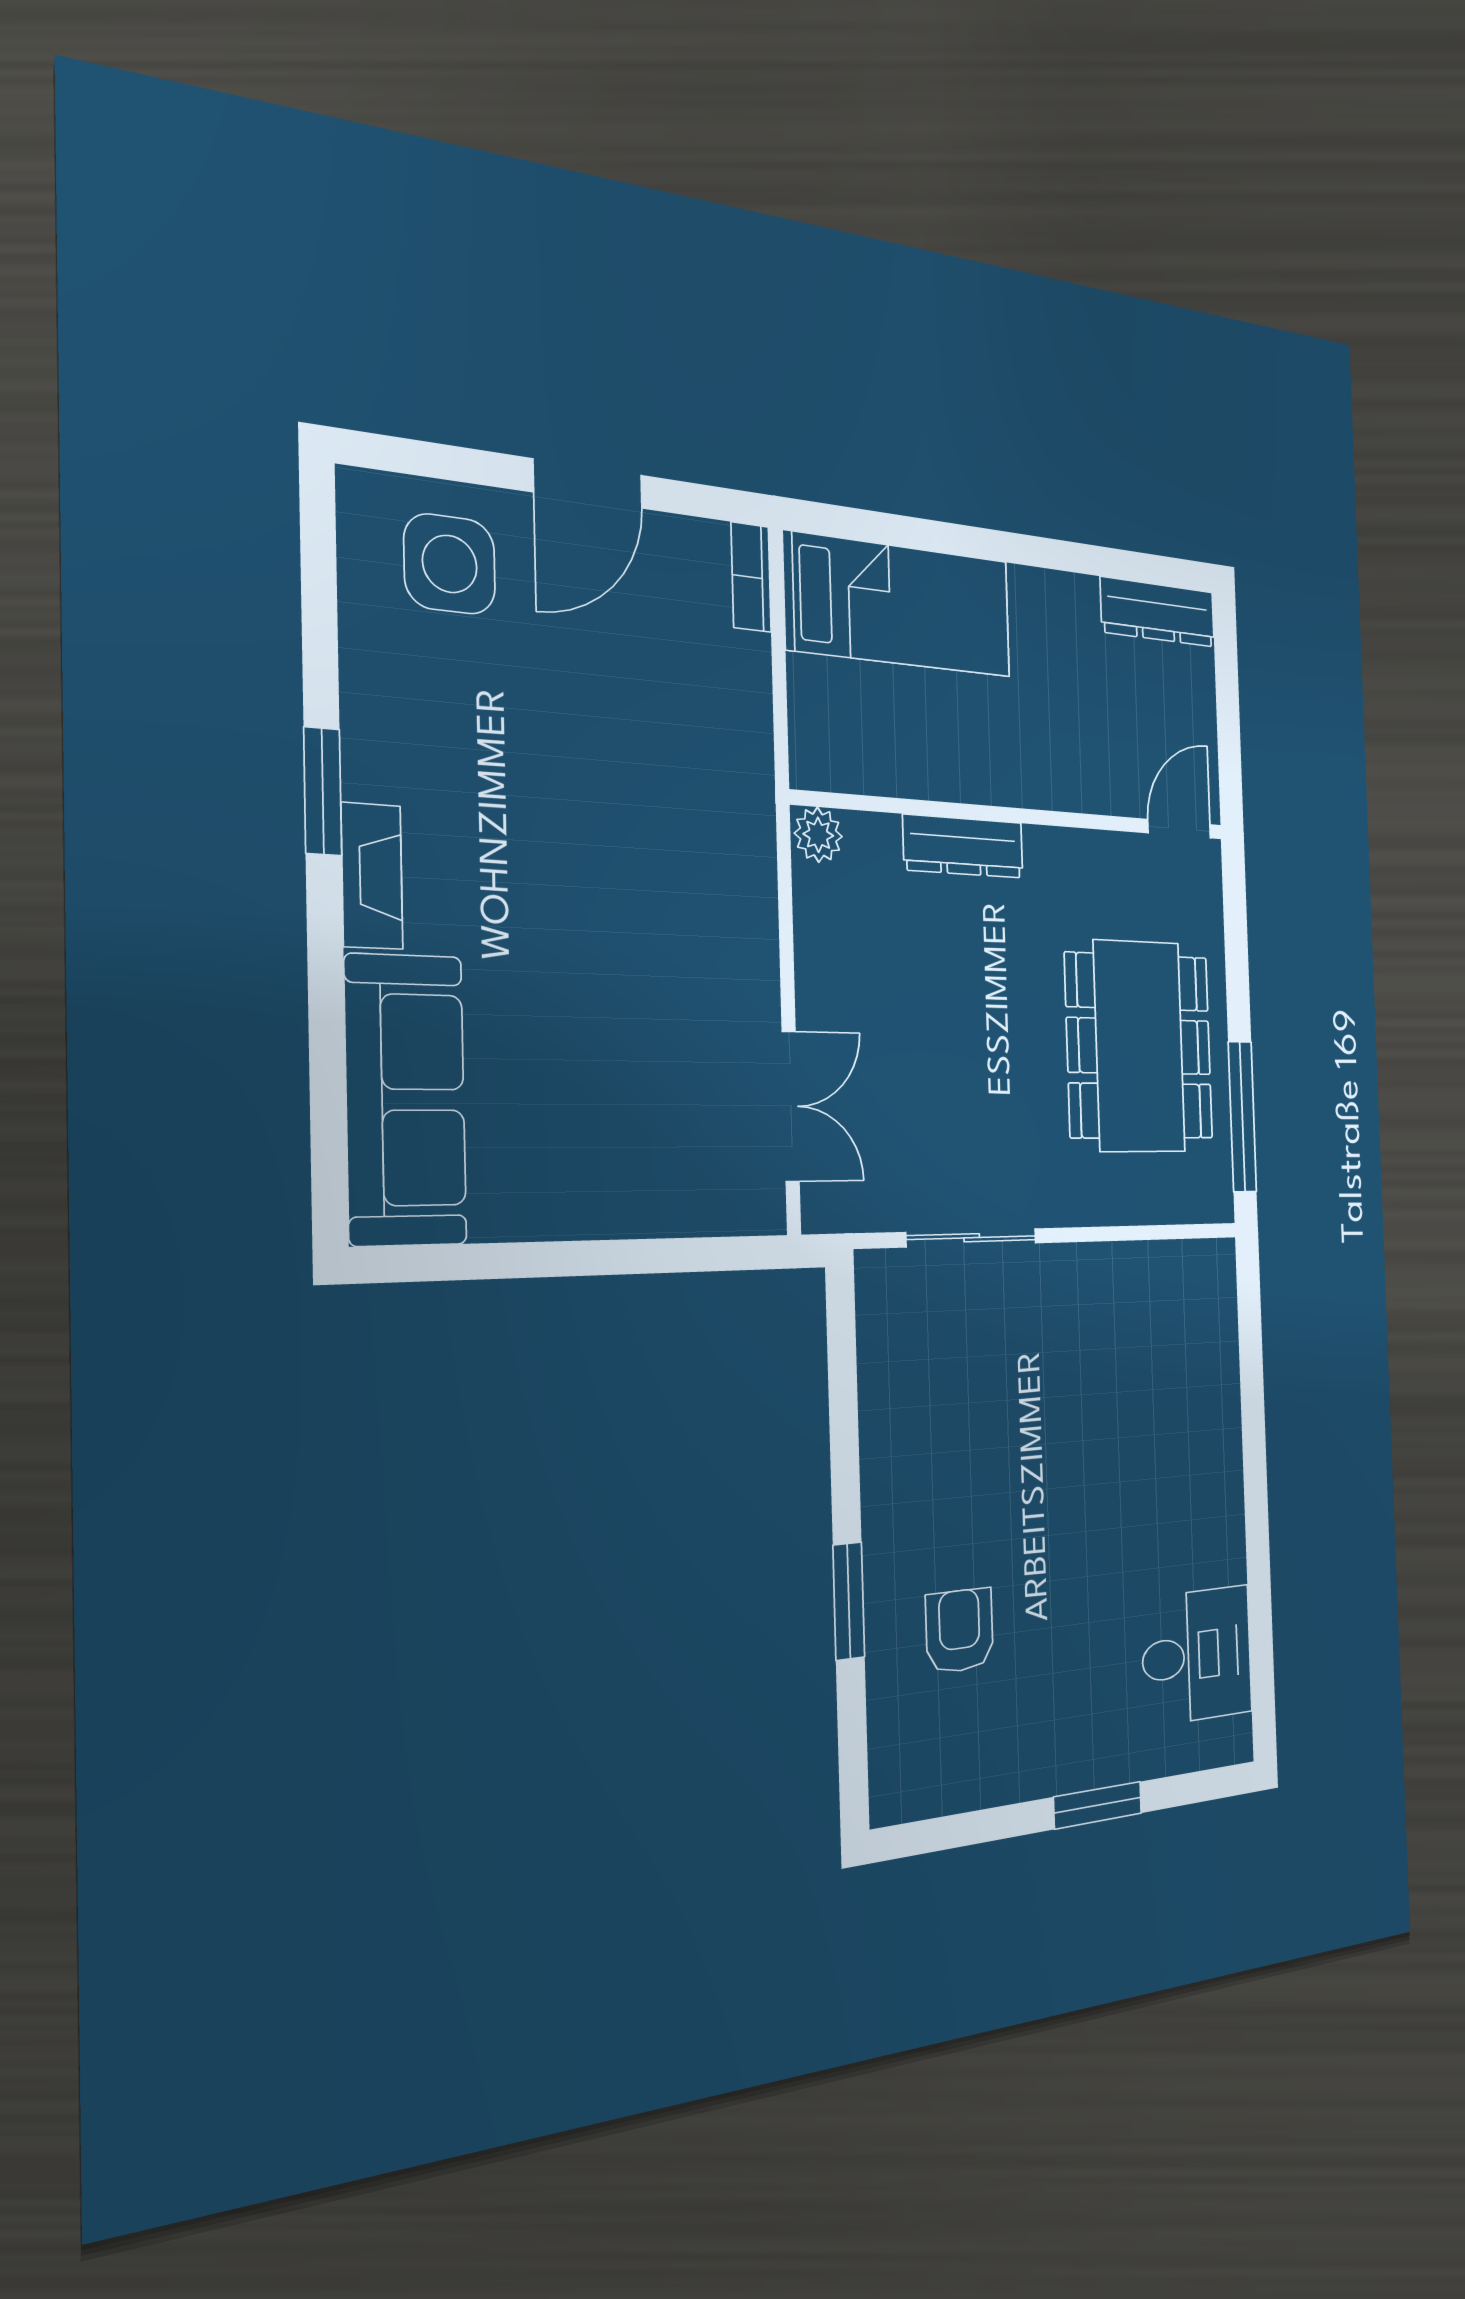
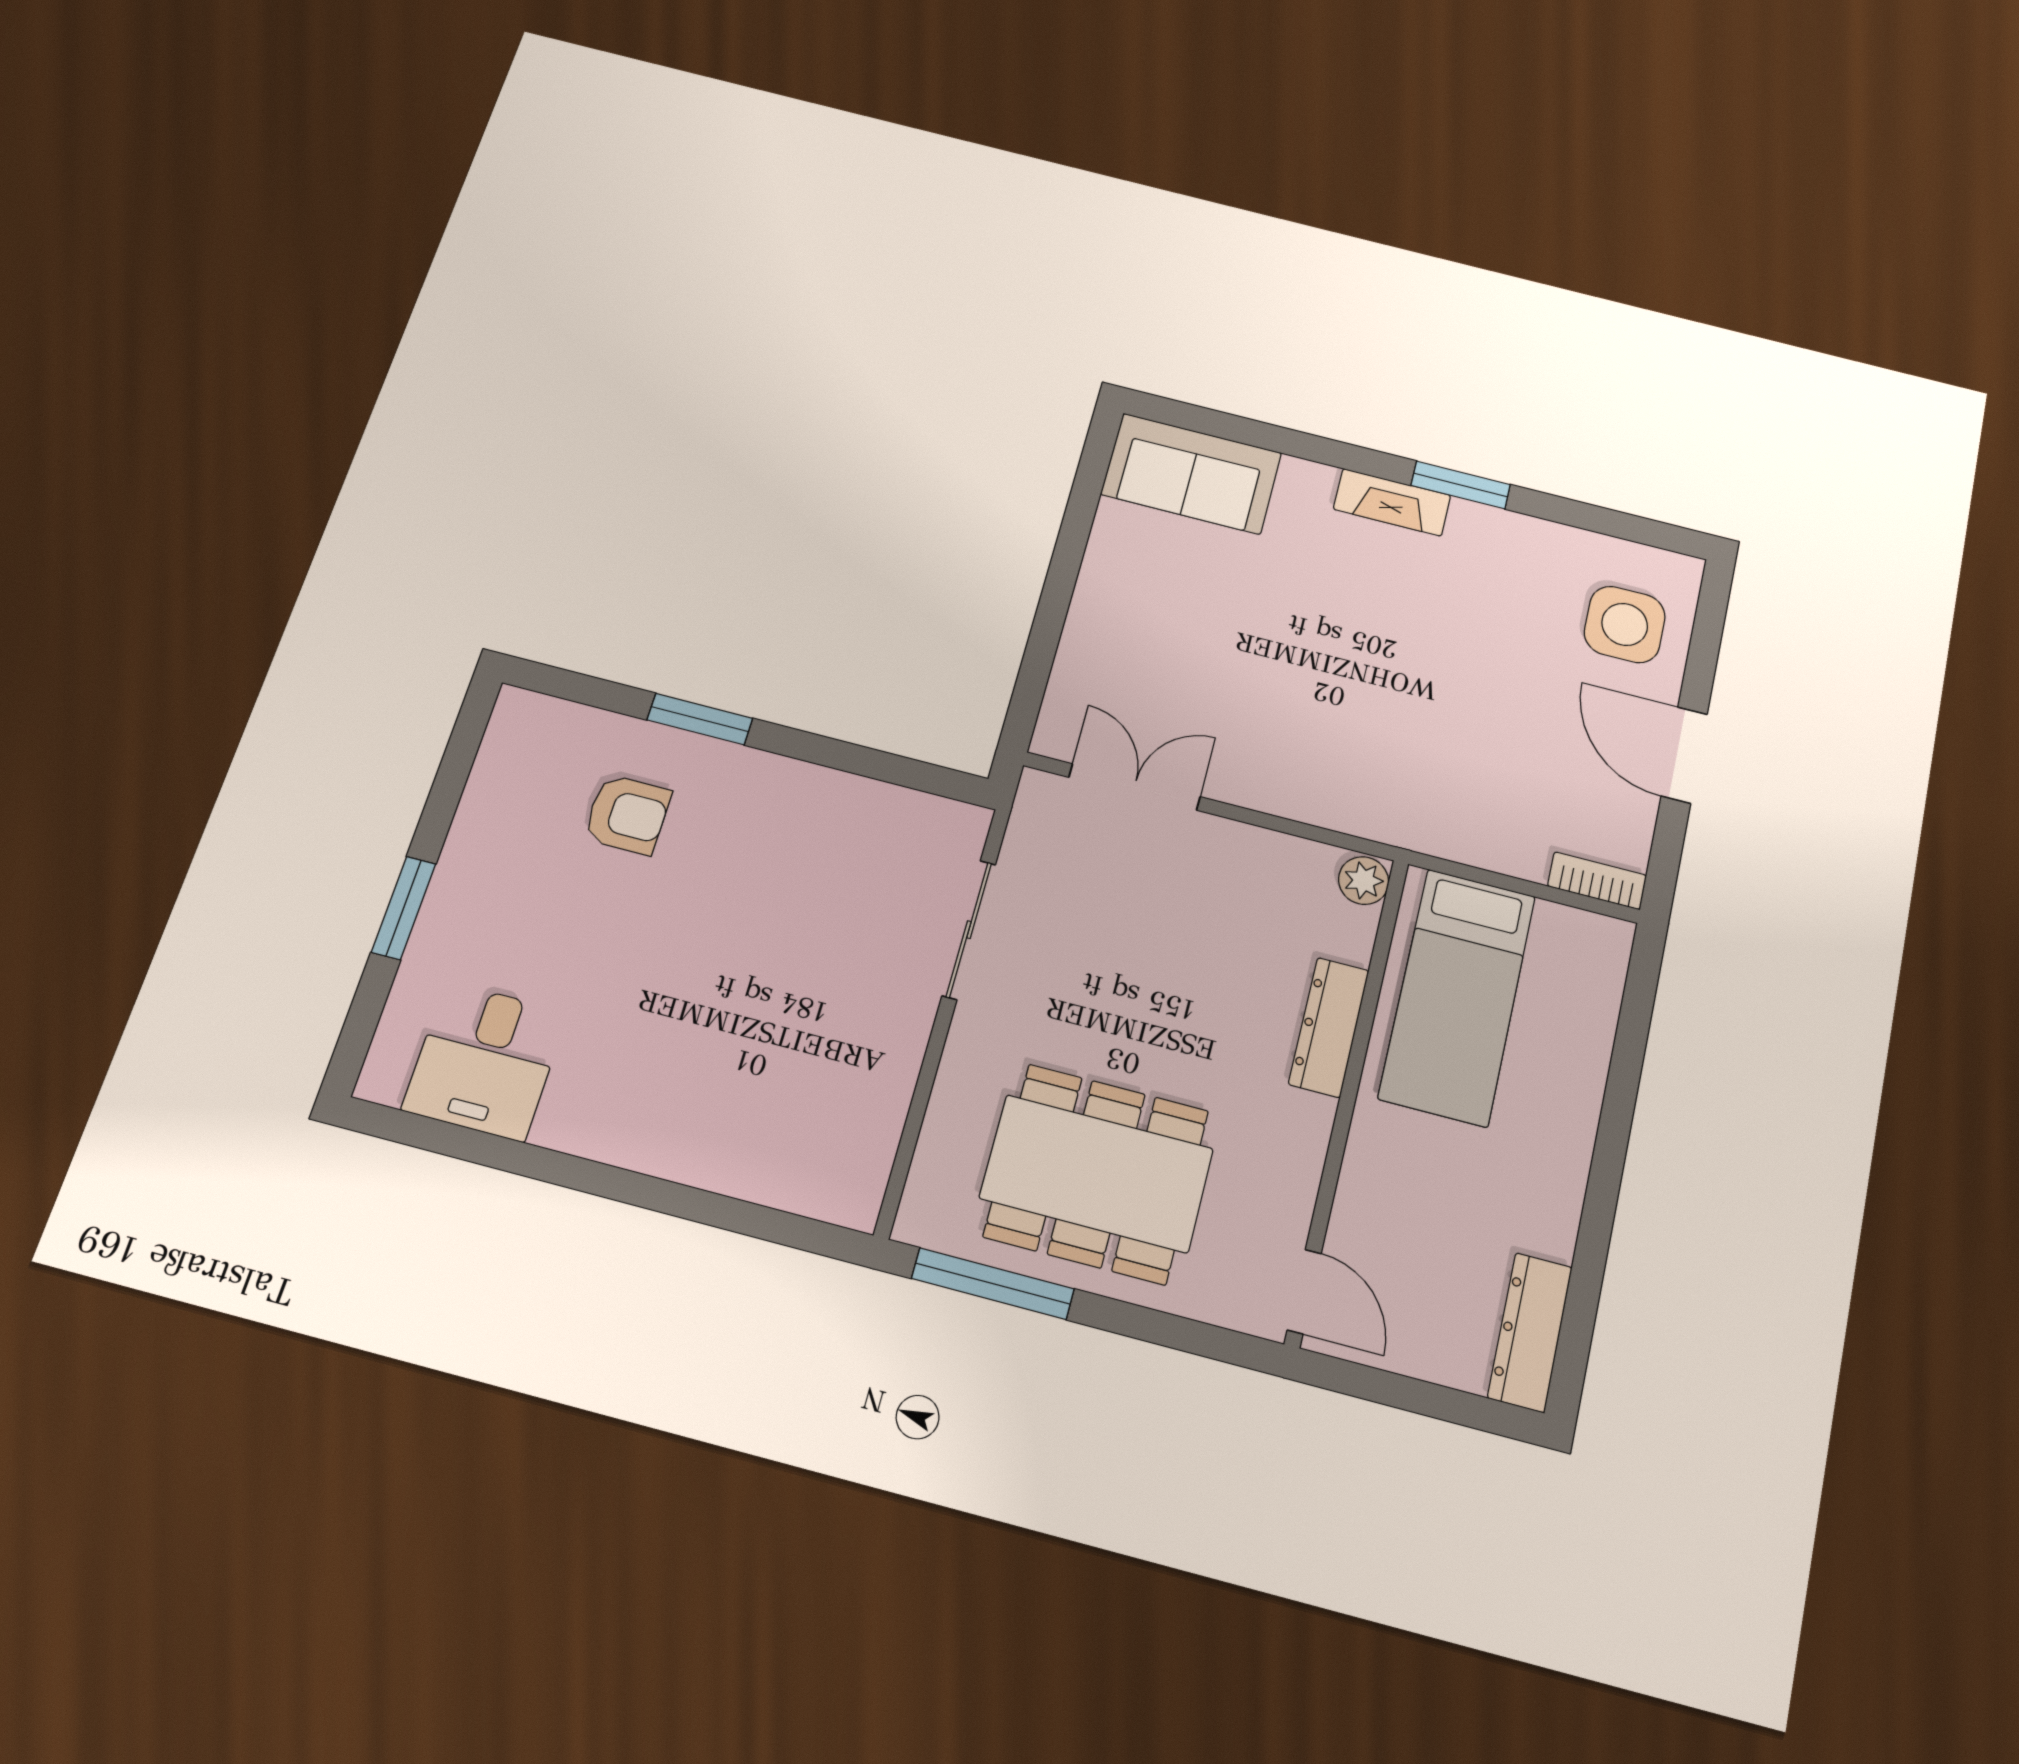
bed: (899, 605) -> (1457, 996), moved
sofa: (406, 1100) -> (1191, 474), width x0.73
double door: (791, 1106) -> (1134, 787), swing flipped

